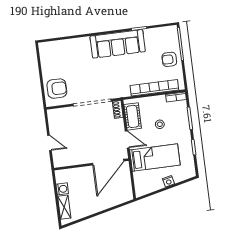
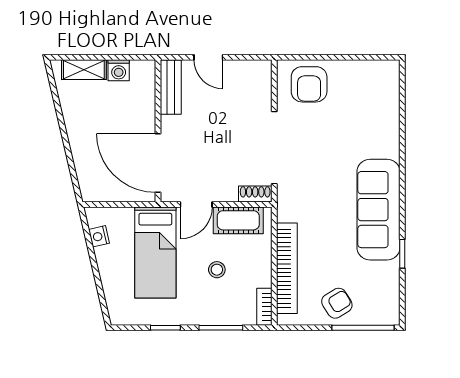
armchair: (169, 59) -> (337, 303), turned 58
door: (49, 143) -> (208, 57), hinge flipped
bench: (68, 161) -> (171, 87), added
nightstand: (169, 181) -> (99, 236), moved

